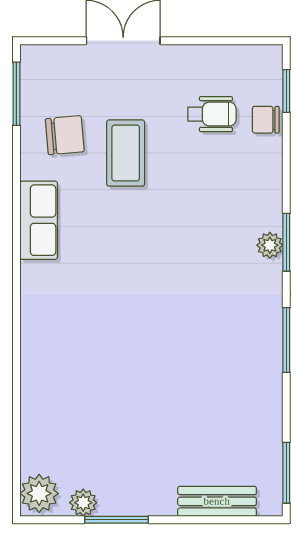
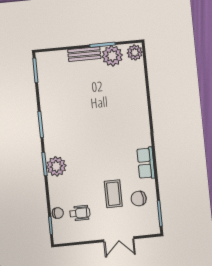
wheelchair: (212, 114) -> (80, 213), turned 180
plant: (270, 245) -> (56, 166), width x1.88, depth x1.88
bench: (217, 501) -> (84, 54), moved
plant: (83, 503) -> (112, 56), width x1.88, depth x1.88

